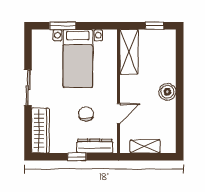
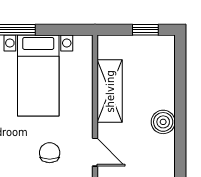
shelving: (129, 52) -> (110, 91), moved
door: (118, 113) -> (95, 152), hinge flipped

